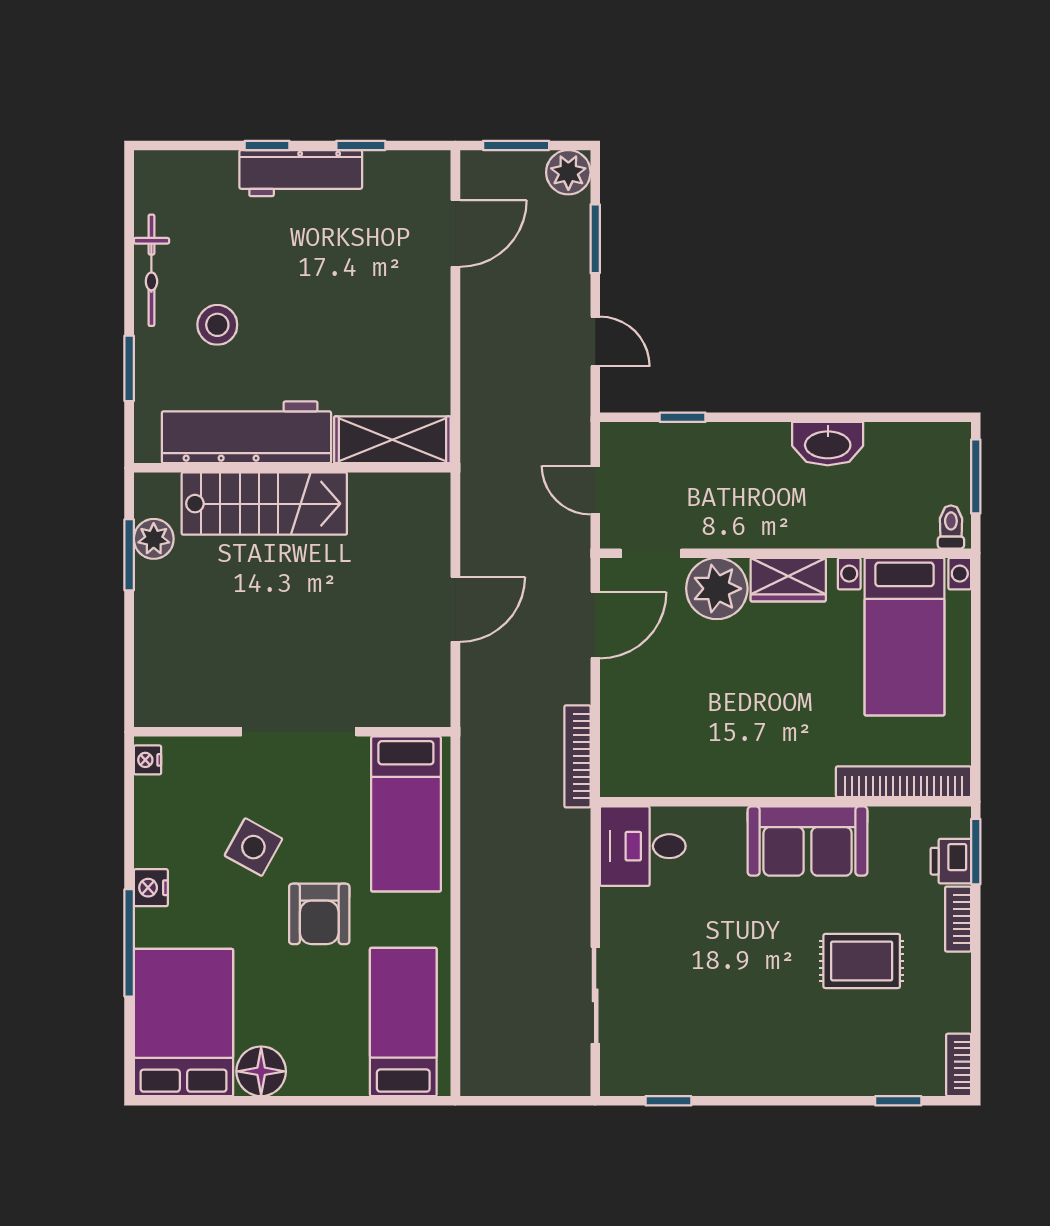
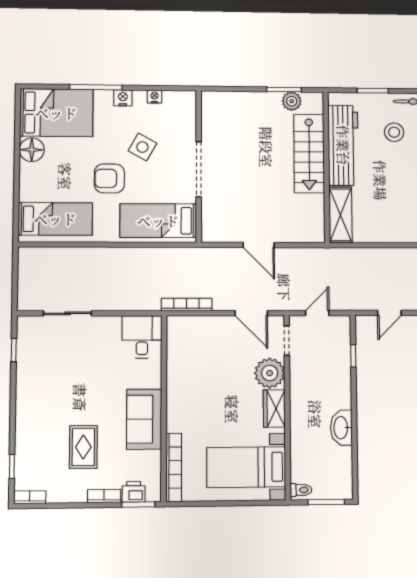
nightstand: (147, 760) -> (154, 97), moved

